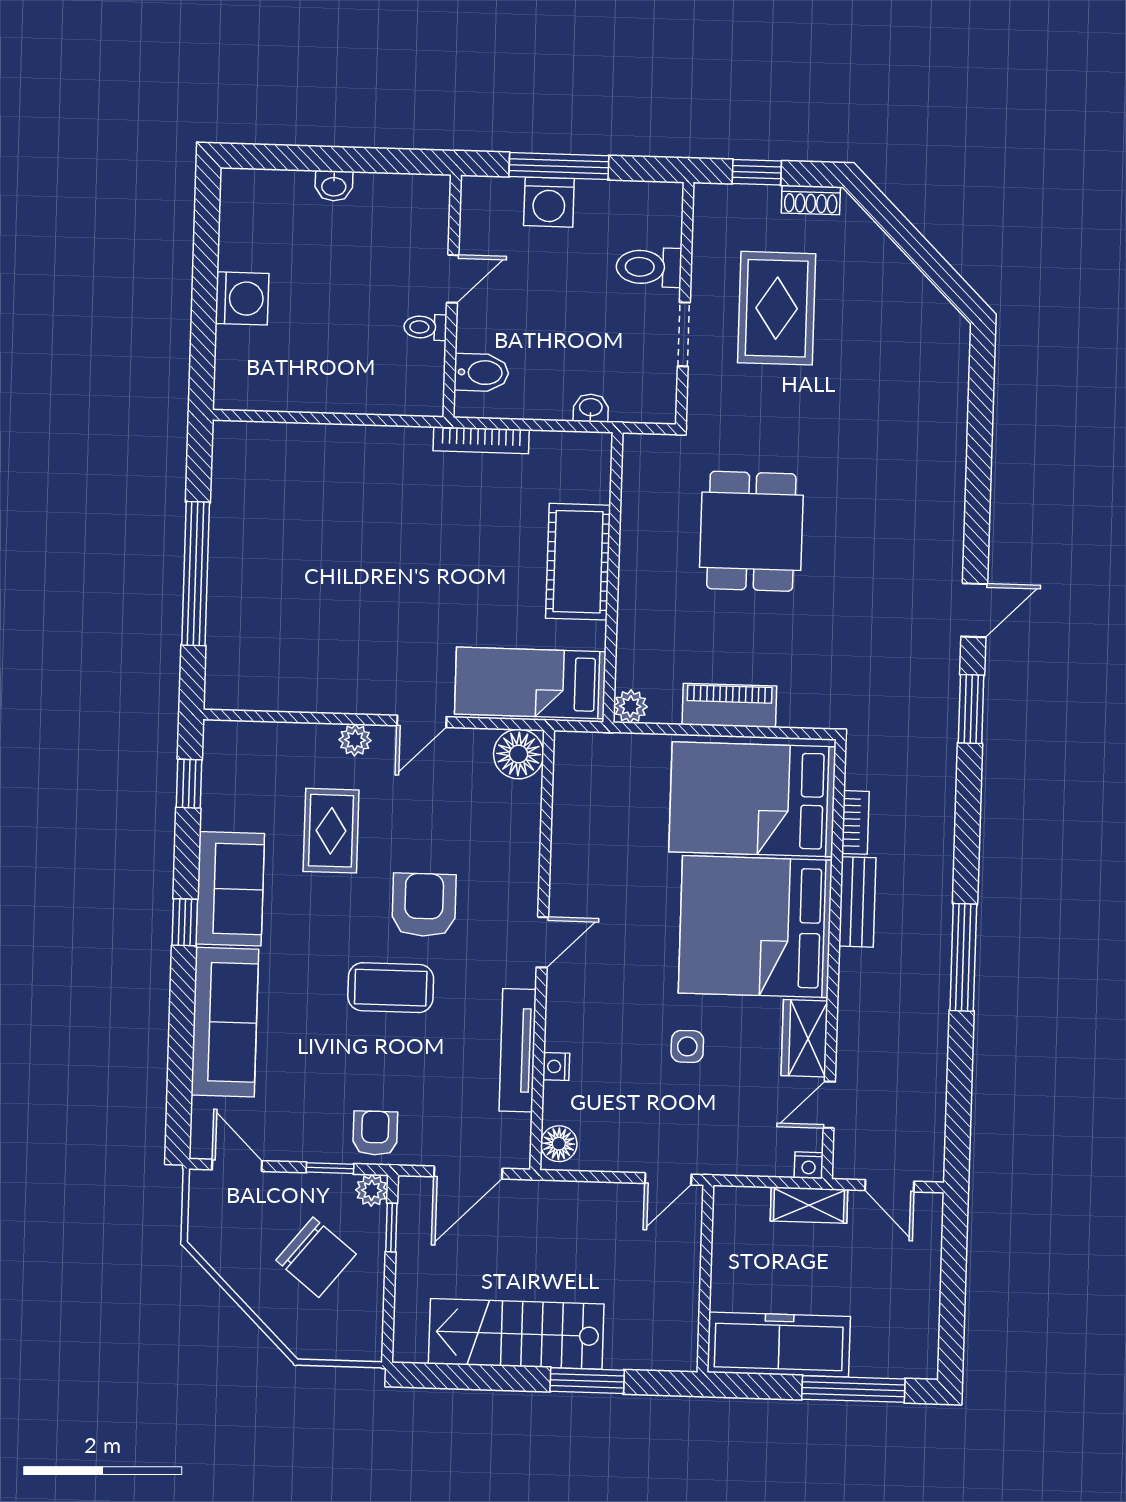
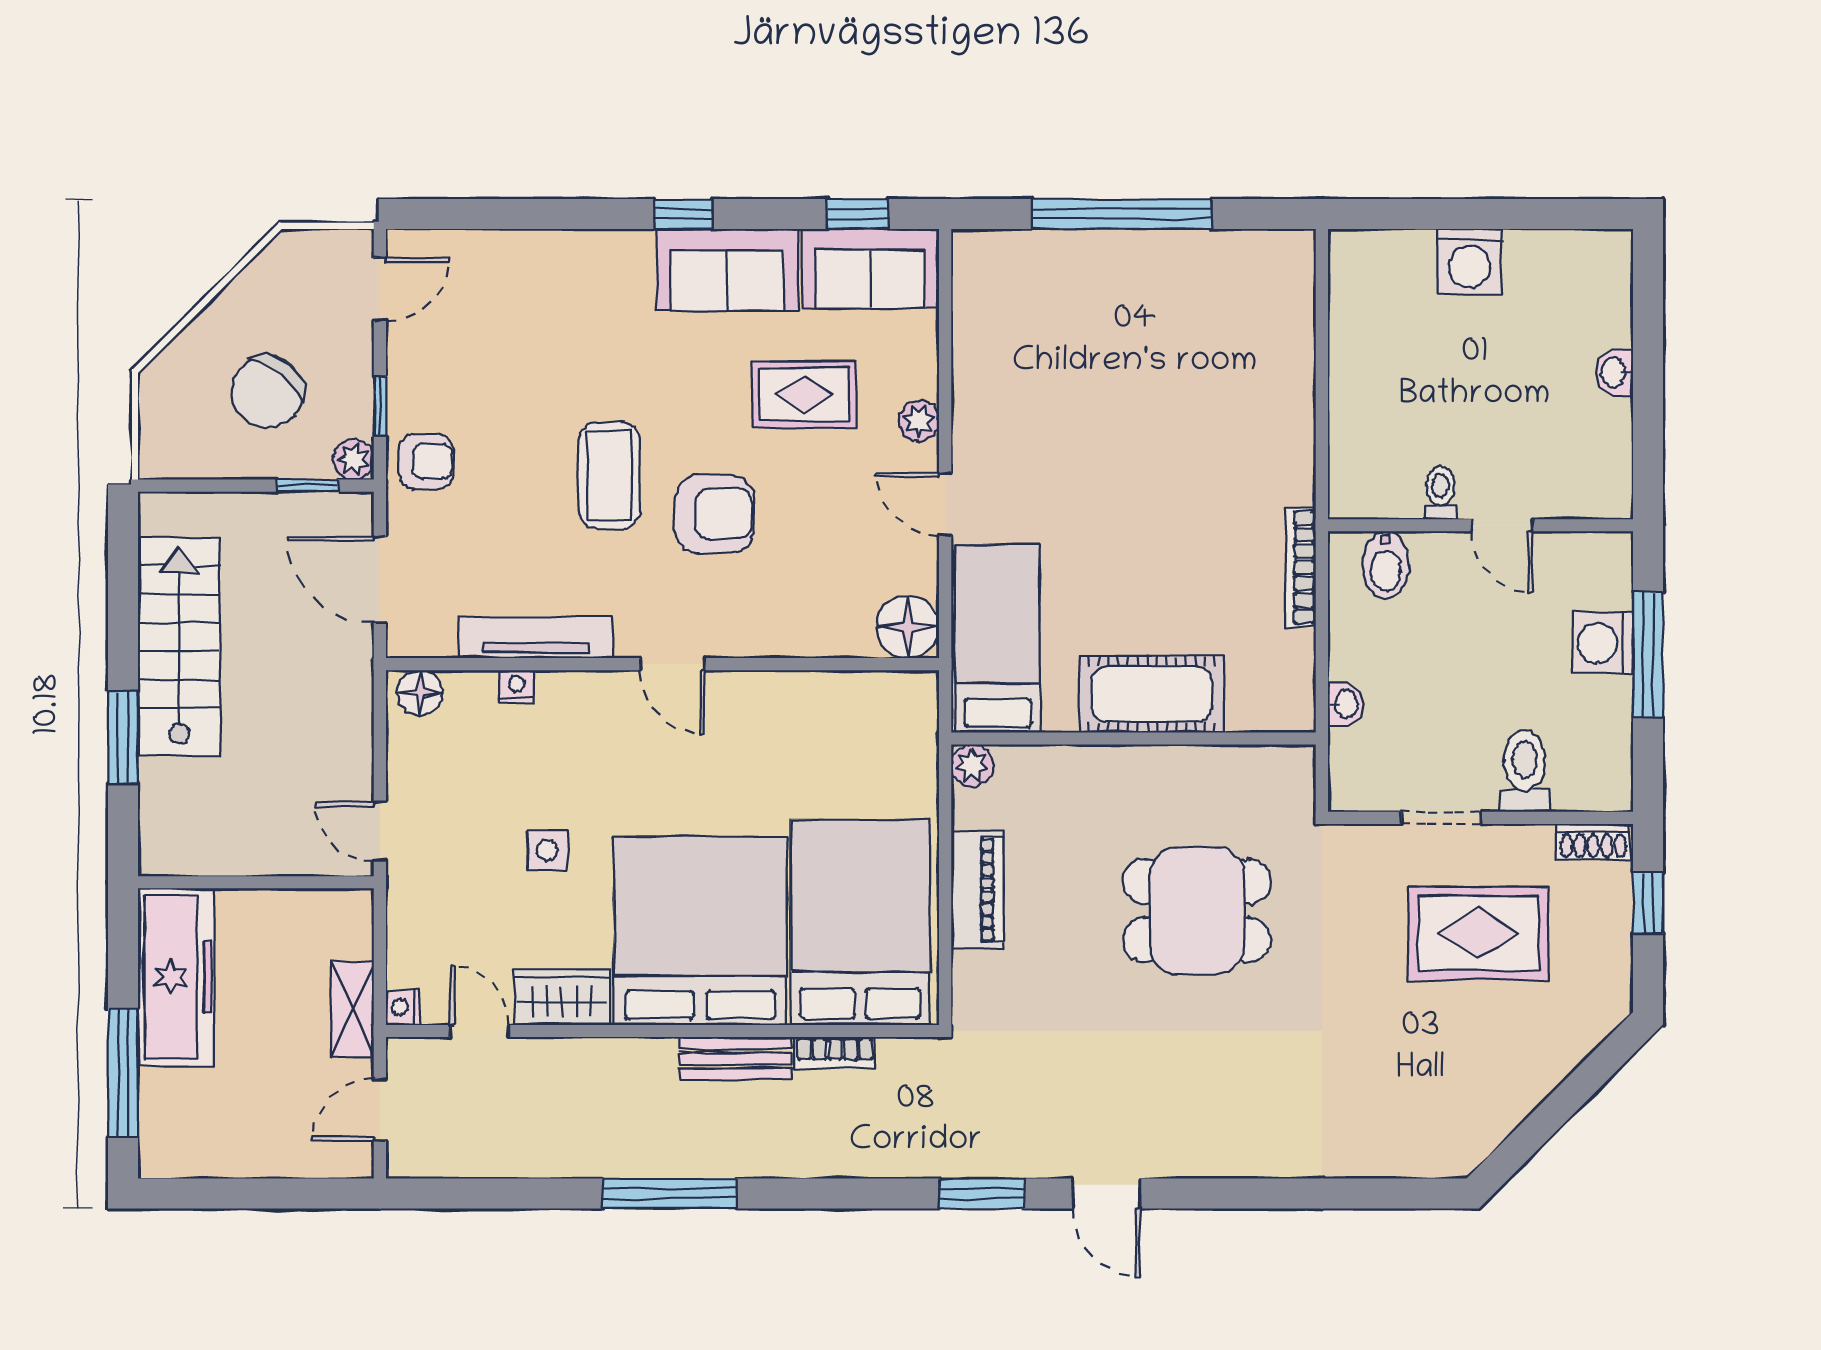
shoe rack: (811, 200) -> (1593, 841), moved, turned -90
sofa: (225, 1022) -> (870, 268), moved, width x0.73

